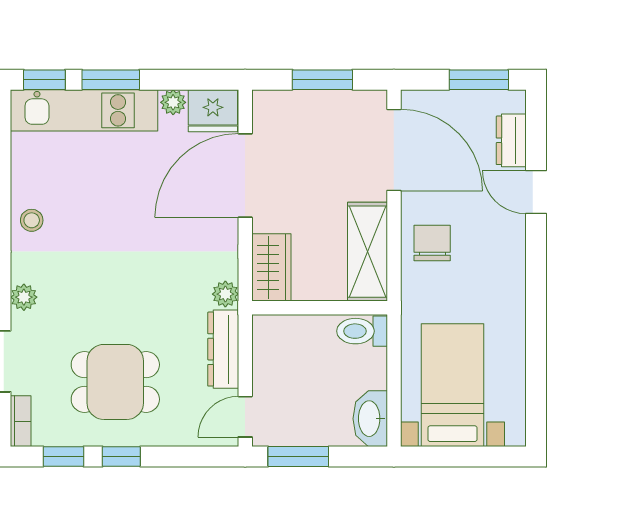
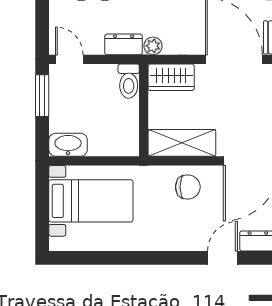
toilet: (362, 331) -> (129, 81), moved, turned 180
dresser: (223, 349) -> (124, 44), width x0.70

